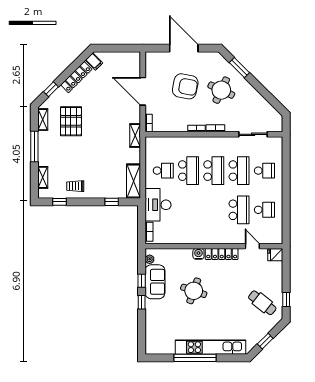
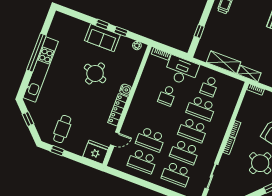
school desk: (264, 171) -> (176, 174), width x1.85
shelving: (134, 181) -> (224, 62), moved
school desk: (189, 210) -> (167, 95), added
school desk: (264, 210) -> (142, 161), width x1.85
fridge: (275, 255) -> (96, 152), width x1.88, depth x1.34
sofa: (155, 282) -> (102, 38), moved
cafe table: (262, 303) -> (62, 129), turned -38

